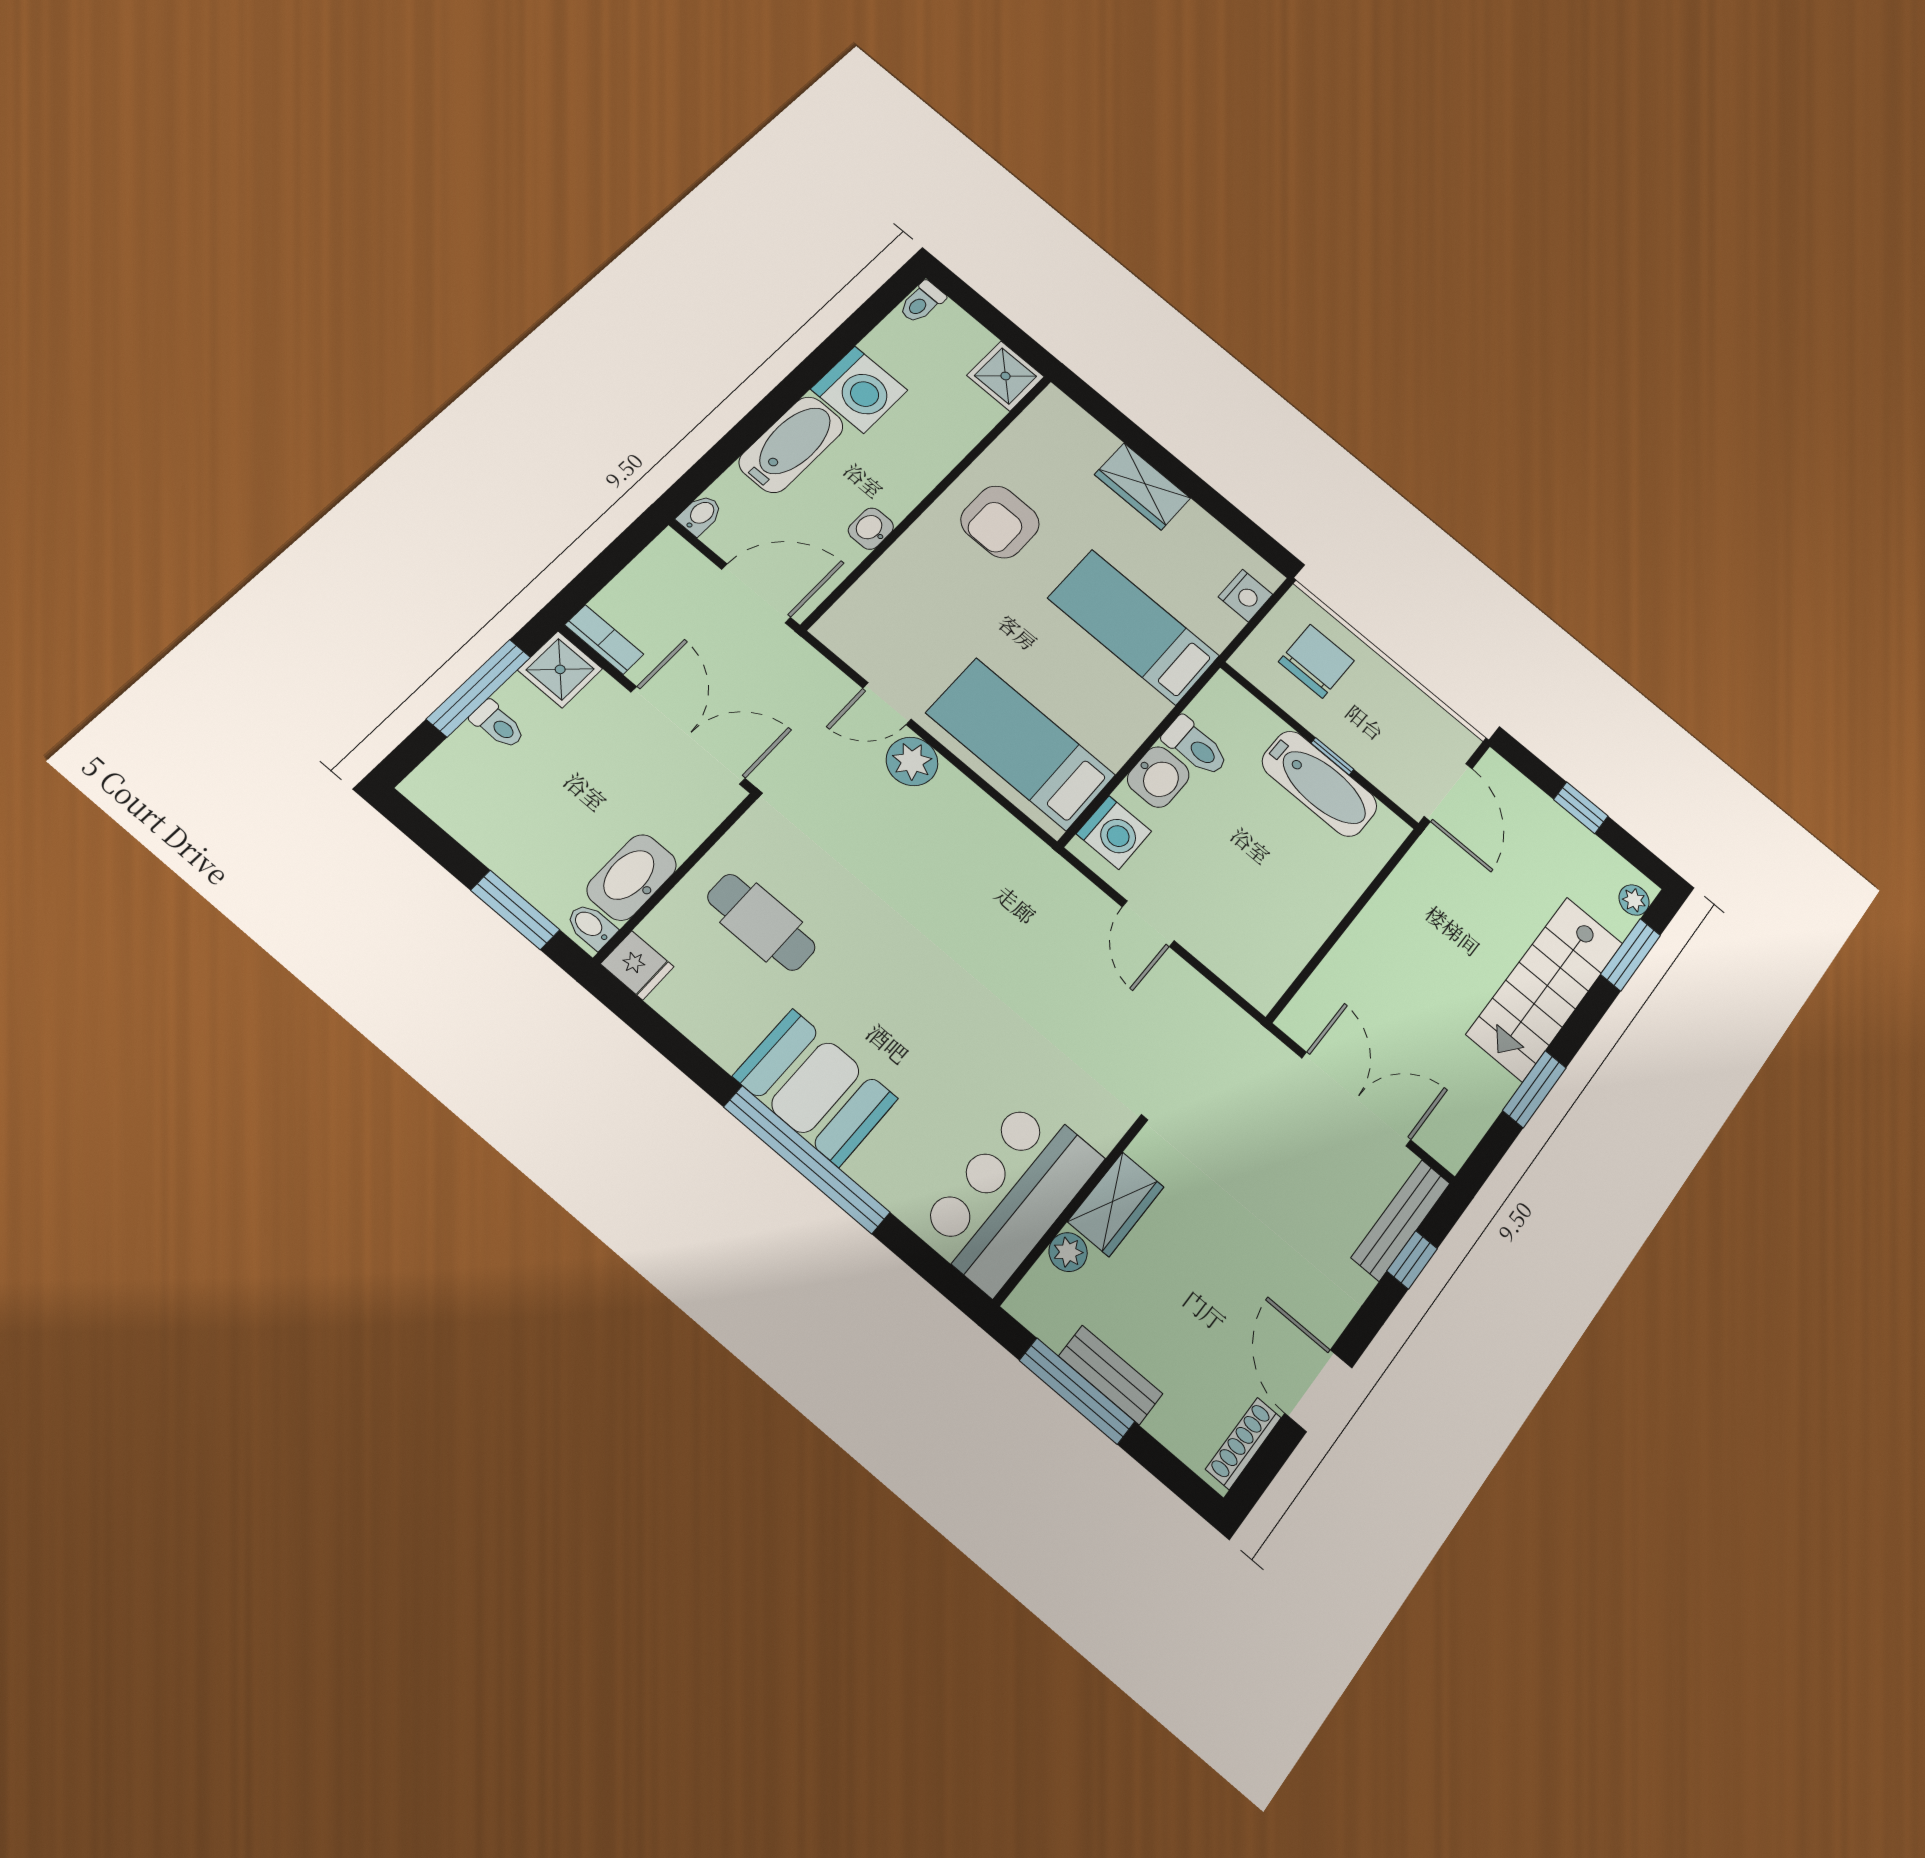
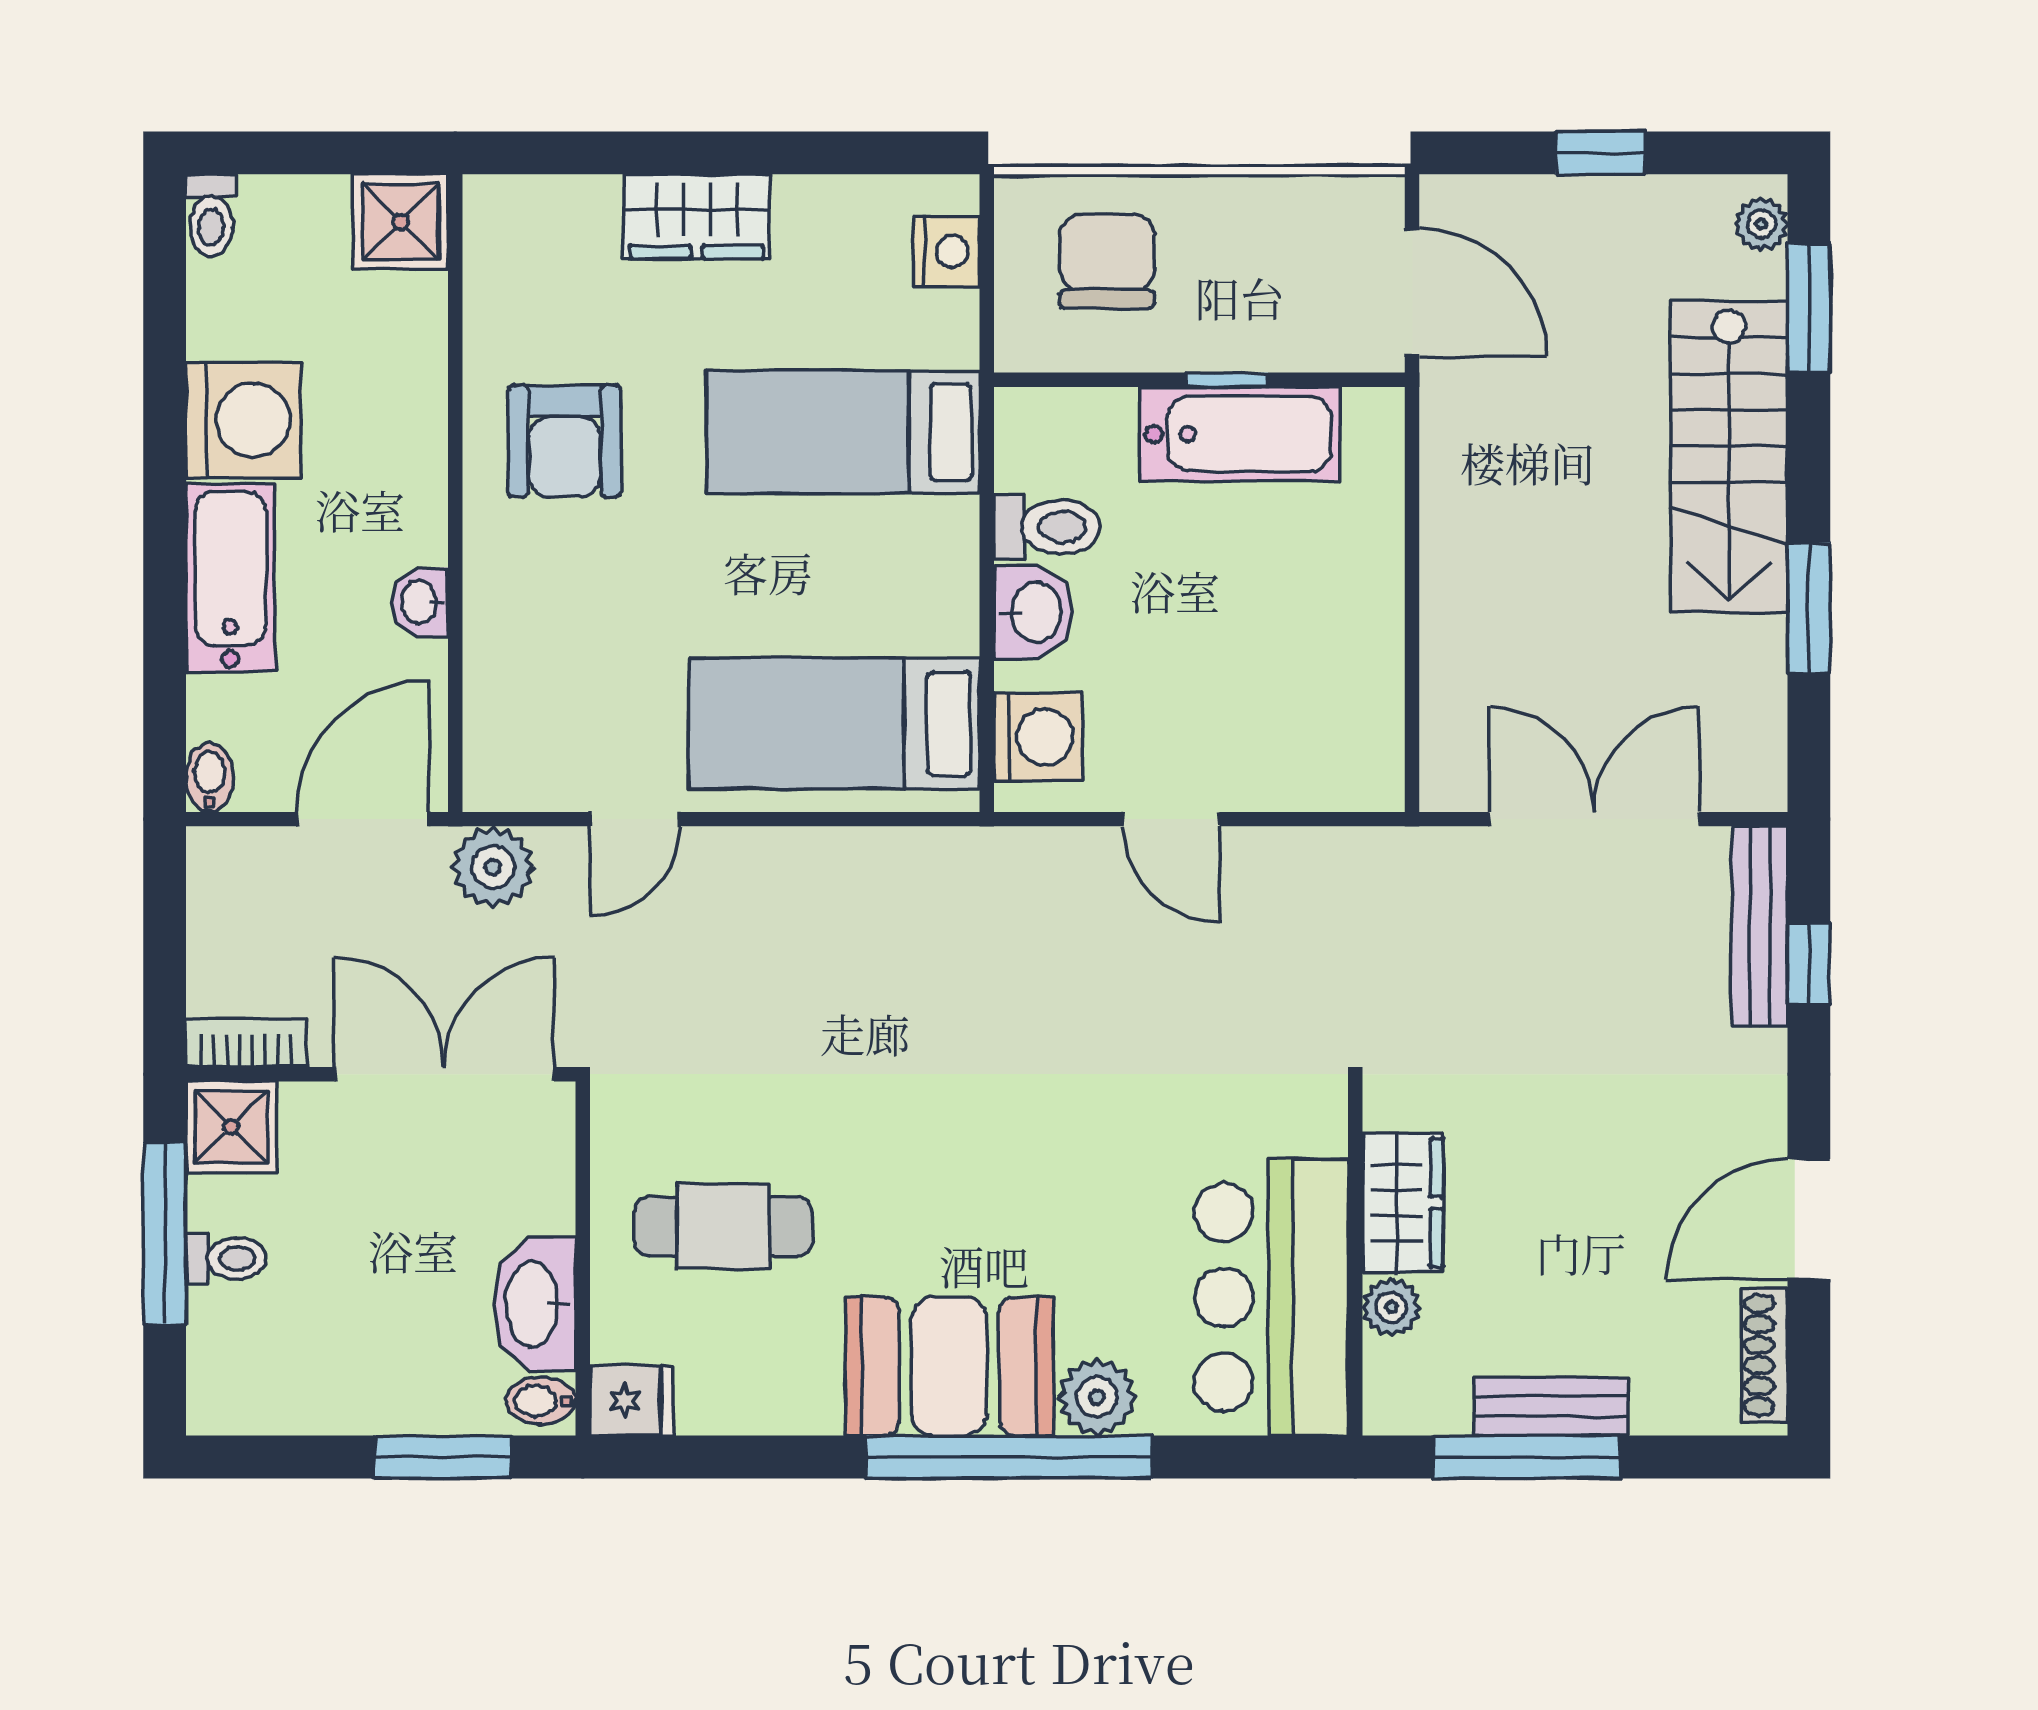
plant: (912, 761) -> (493, 867), moved
plant: (878, 1168) -> (1097, 1397), added
door: (1318, 1391) -> (1809, 1219), hinge flipped

